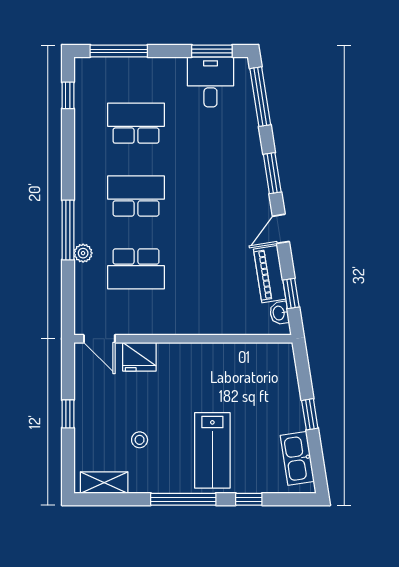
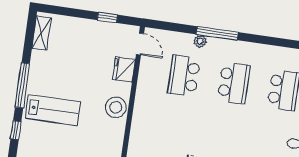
door: (99, 339) -> (140, 44), swing flipped
window: (68, 414) -> (107, 17), moved
stool: (140, 440) -> (116, 107), moved, width x1.89, depth x1.89
lab bench: (212, 450) -> (53, 110), turned 180

